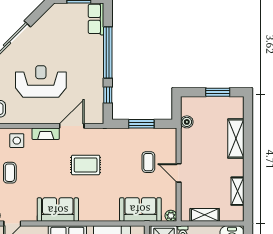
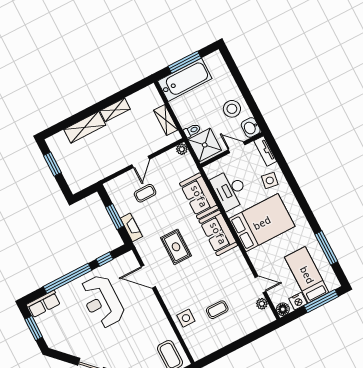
reception desk: (41, 81) -> (102, 302), moved
boiler: (187, 122) -> (92, 178), removed
fireplace: (46, 134) -> (131, 227), moved
shelving: (237, 191) -> (115, 110), moved
sofa: (140, 209) -> (199, 196), moved
sofa: (58, 210) -> (218, 233), moved

